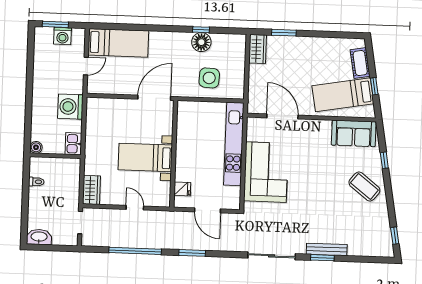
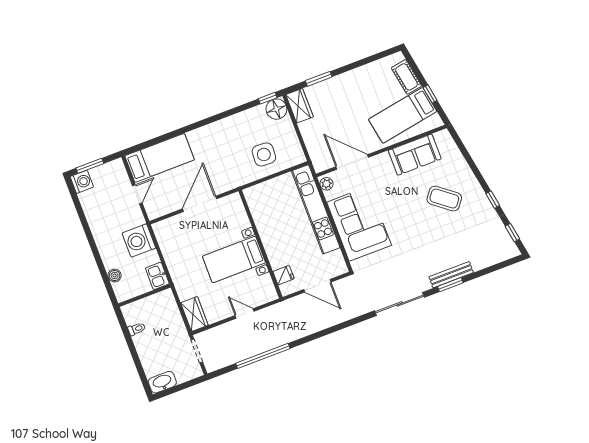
window: (201, 30) -> (268, 98), moved
washing machine: (63, 36) -> (82, 182), moved, turned -90
floor lamp: (201, 42) -> (276, 109), moved
door: (154, 98) -> (200, 204), moved
plant: (252, 126) -> (326, 184), added
sofa: (354, 133) -> (415, 155), moved
boiler: (36, 147) -> (115, 276), moved
window: (384, 160) -> (493, 200), moved
coffee table: (364, 186) -> (444, 199), moved
window: (192, 253) -> (320, 334), removed

